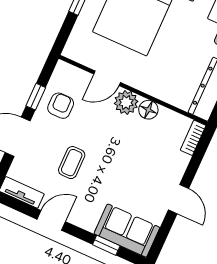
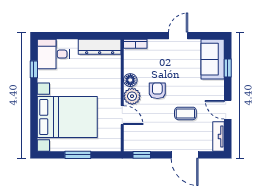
window: (36, 97) -> (142, 155), moved
armchair: (61, 106) -> (157, 91), moved, turned 90

